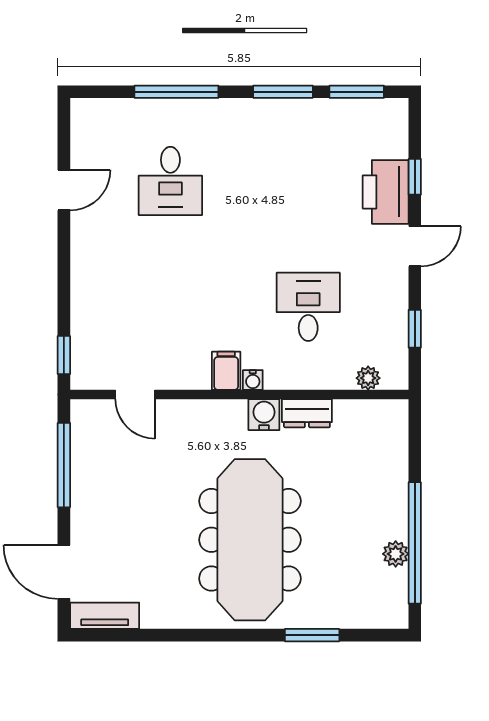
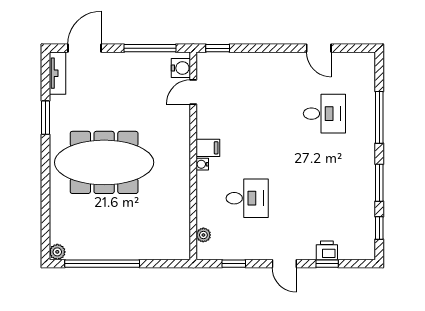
window: (357, 92) -> (379, 228), width x0.67
desk: (170, 181) -> (324, 114), turned 180
printer: (386, 192) -> (327, 250), width x0.53, depth x0.68
dresser: (307, 413) -> (182, 197), removed
water cooler: (264, 415) -> (181, 68), moved
plant: (396, 554) -> (57, 252), moved
window: (312, 635) -> (46, 118), moved

